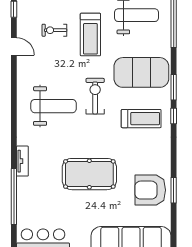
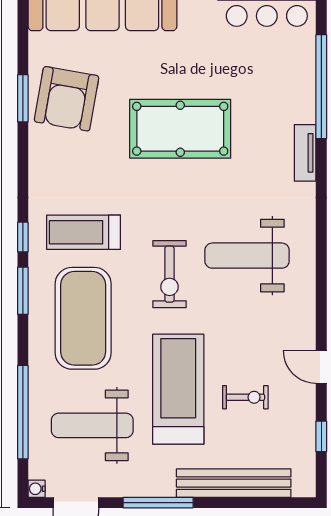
treadmill: (90, 35) -> (178, 389), width x1.37, depth x1.38
exercise mat: (141, 72) -> (83, 318), turned 90
armchair: (150, 190) -> (67, 99), turned 100

